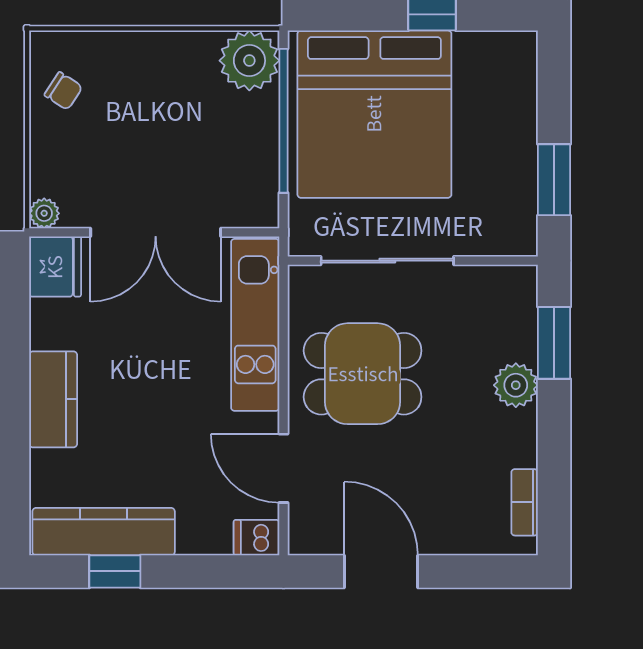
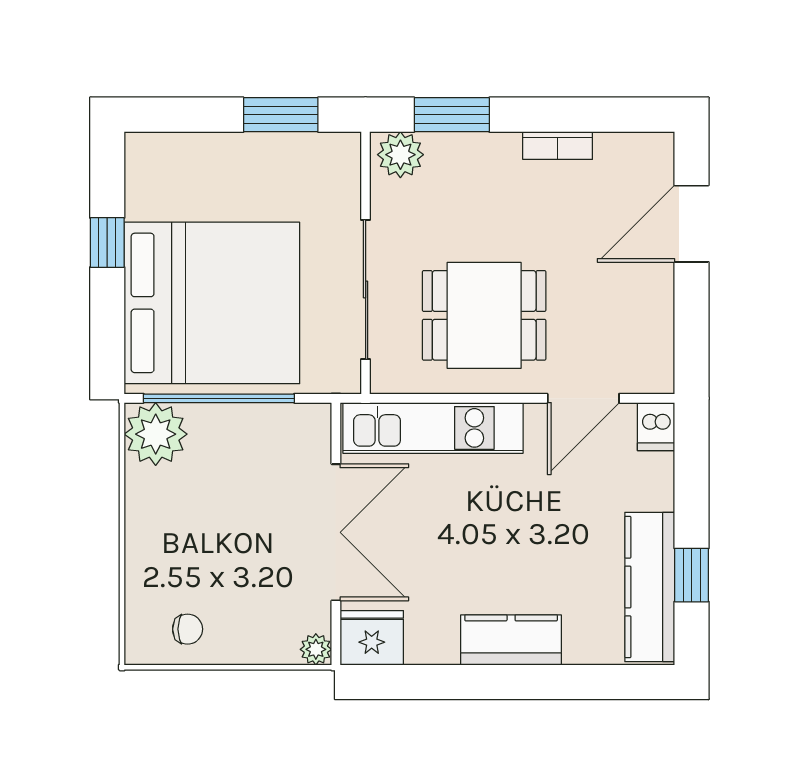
chair: (63, 91) -> (188, 629), turned 57
dining table: (363, 374) -> (484, 315), turned 90
plant: (516, 385) -> (400, 155), moved
bookcase: (525, 502) -> (558, 145), moved
door: (381, 571) -> (692, 224), moved

